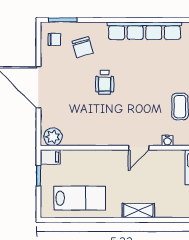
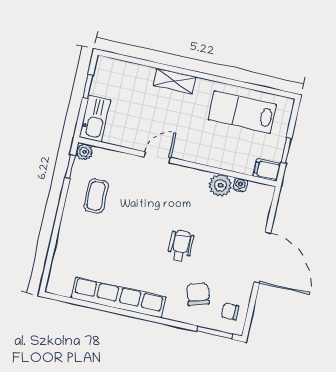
plant: (53, 137) -> (220, 185), moved
water cooler: (167, 140) -> (240, 185), moved

